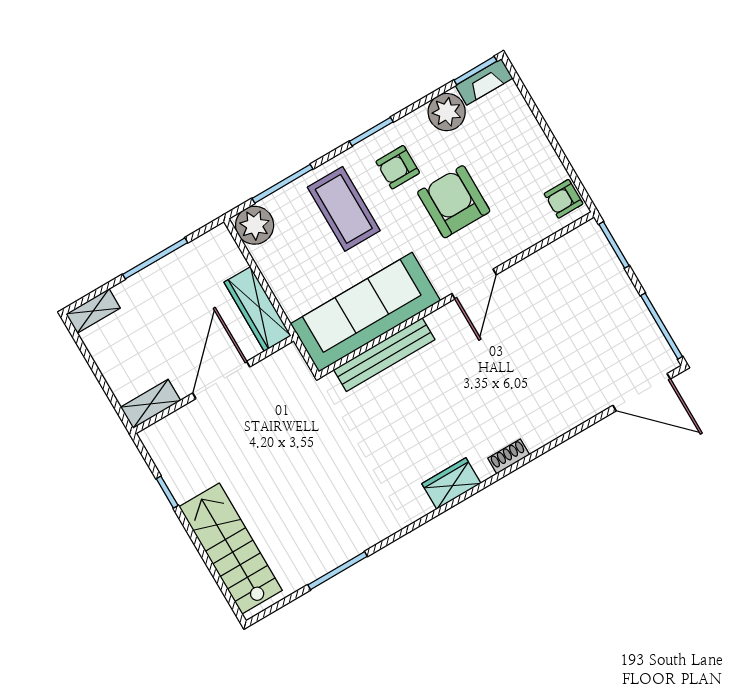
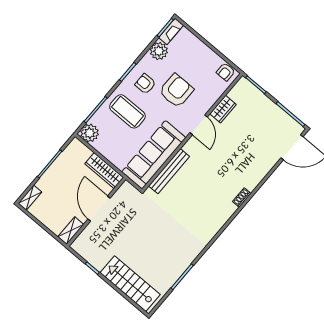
armchair: (398, 167) -> (145, 84), turned 90
armchair: (454, 202) -> (176, 91), turned 90
wardrobe: (451, 484) -> (223, 109), moved, turned 180

